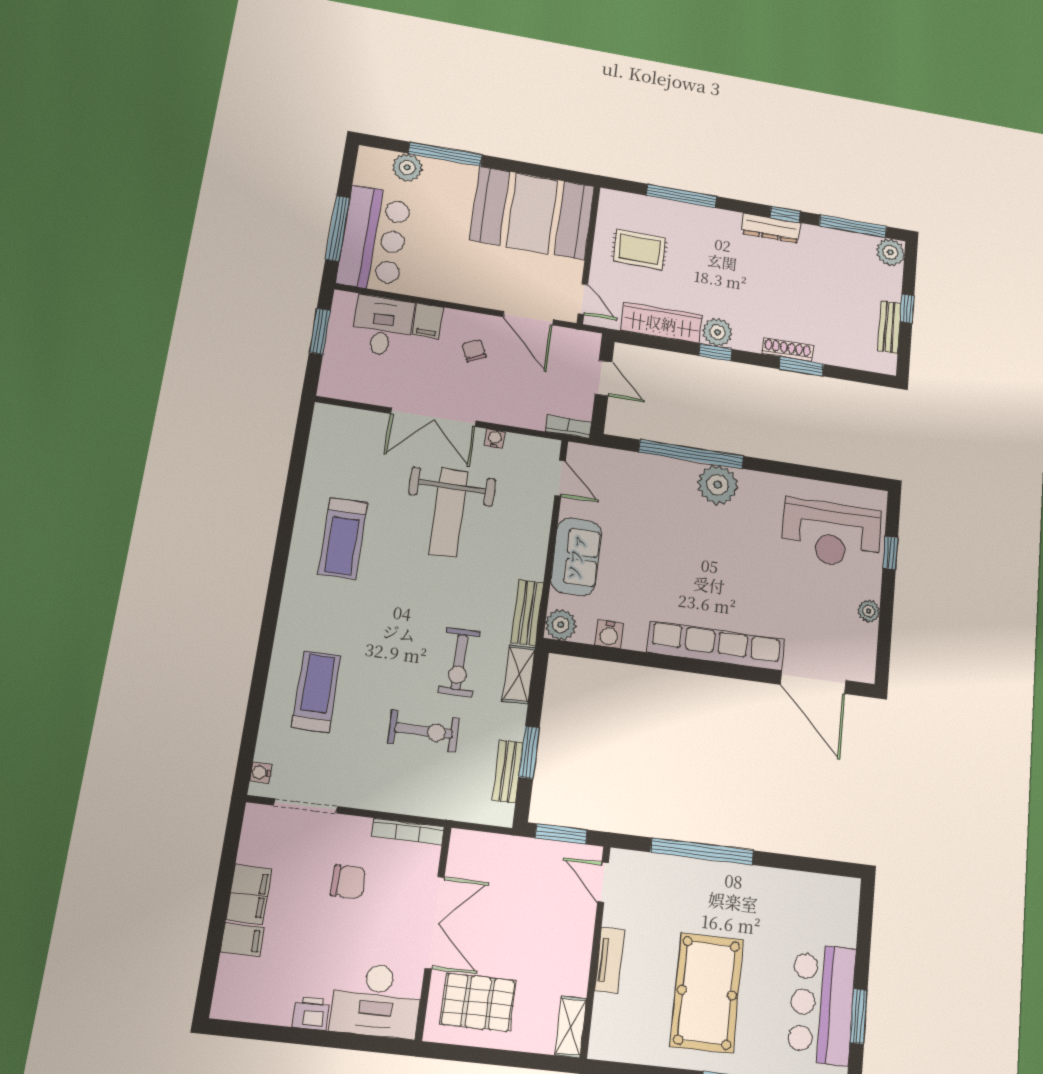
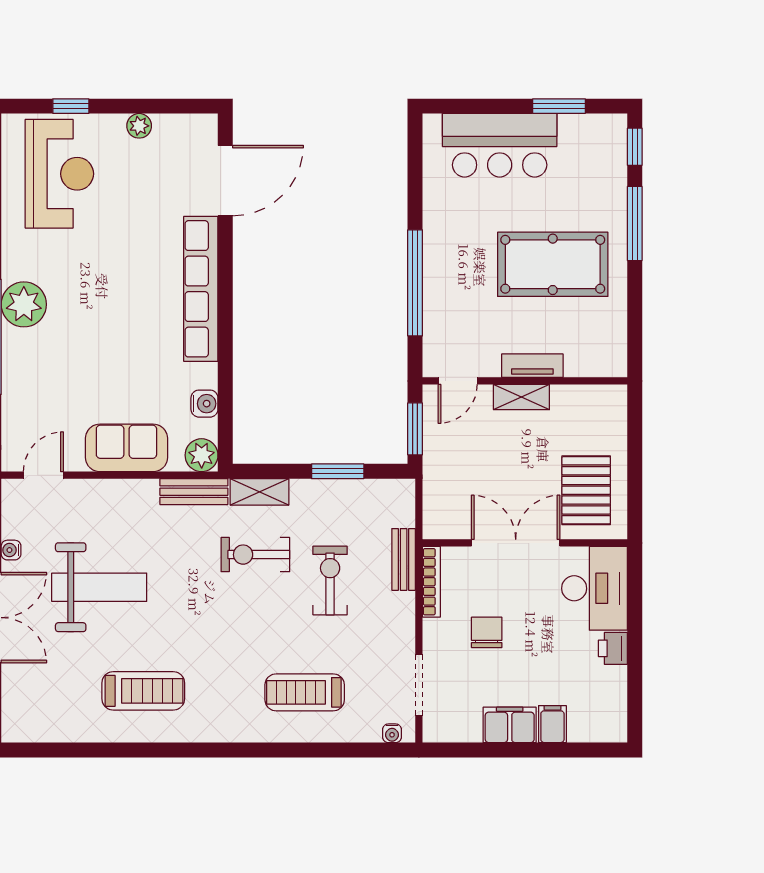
exercise bike: (459, 662) -> (255, 555), turned 180
bench: (508, 771) -> (404, 559), moved, turned 90
bar counter: (822, 1004) -> (500, 145), moved
shelving: (571, 1027) -> (521, 397), moved

